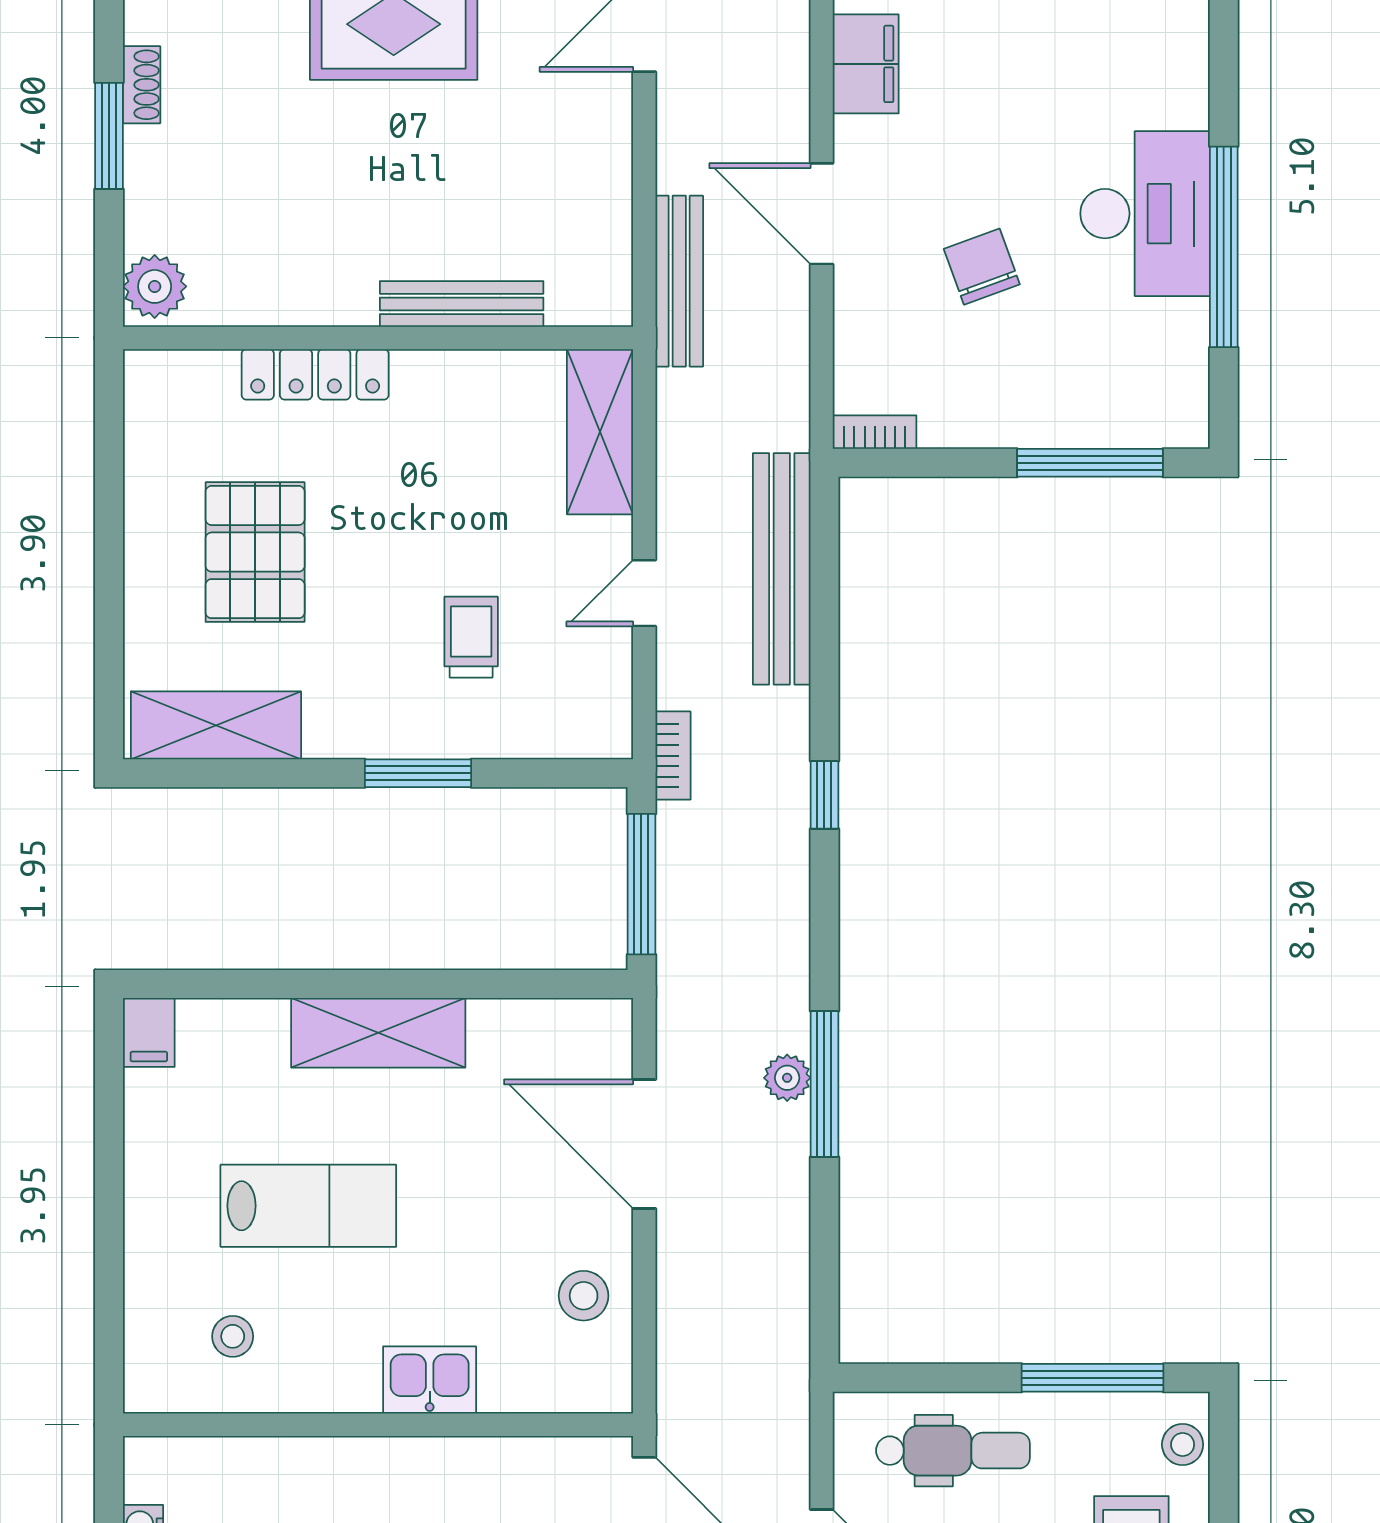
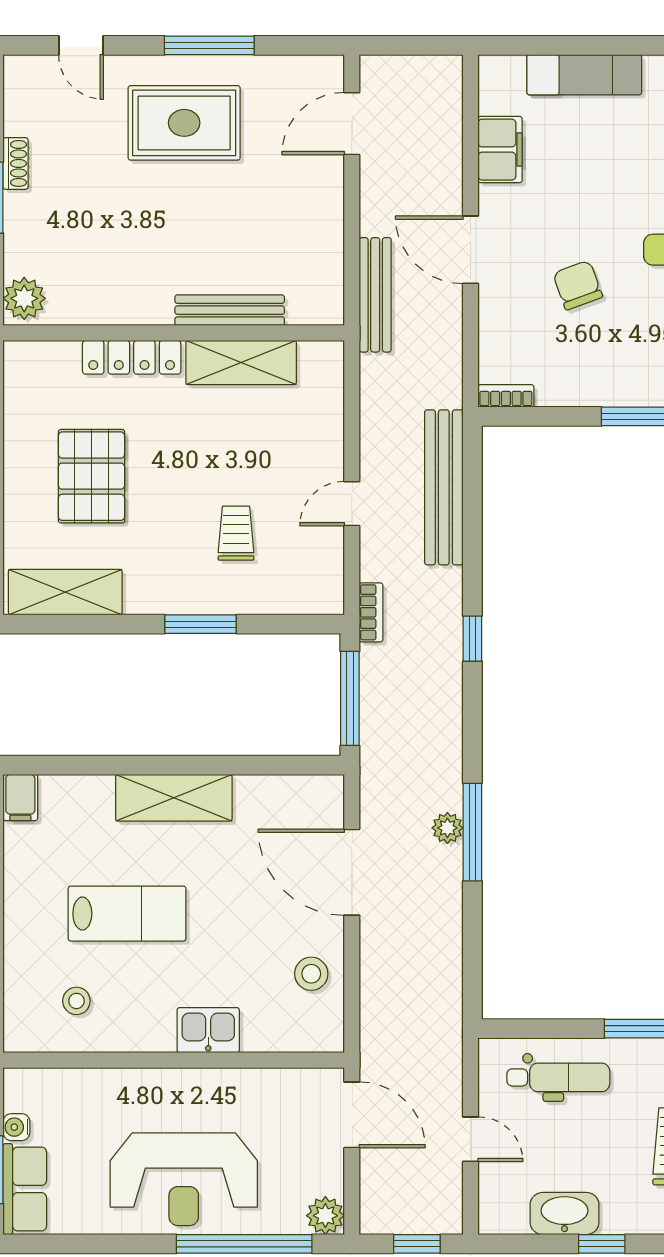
shelving: (600, 432) -> (241, 362), moved, turned 90

